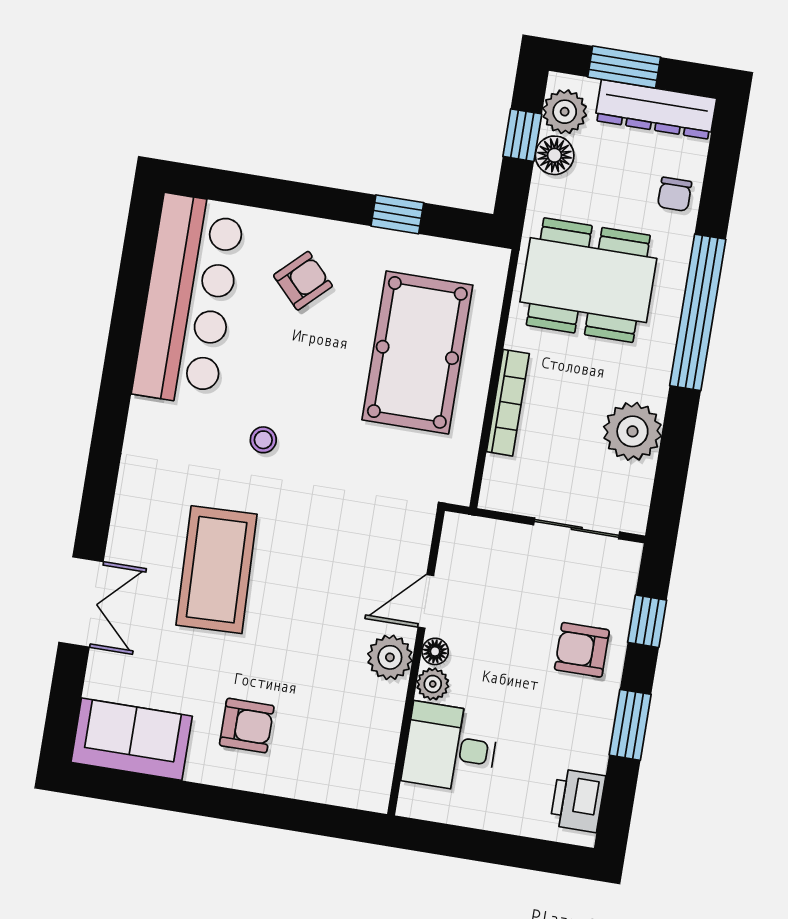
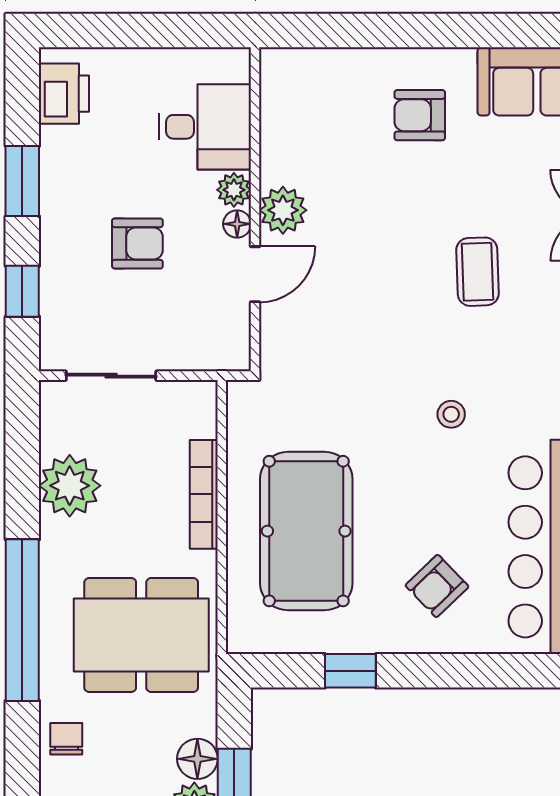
coffee table: (217, 570) -> (478, 272), width x0.54, depth x0.58
armchair: (582, 650) -> (137, 243), moved

